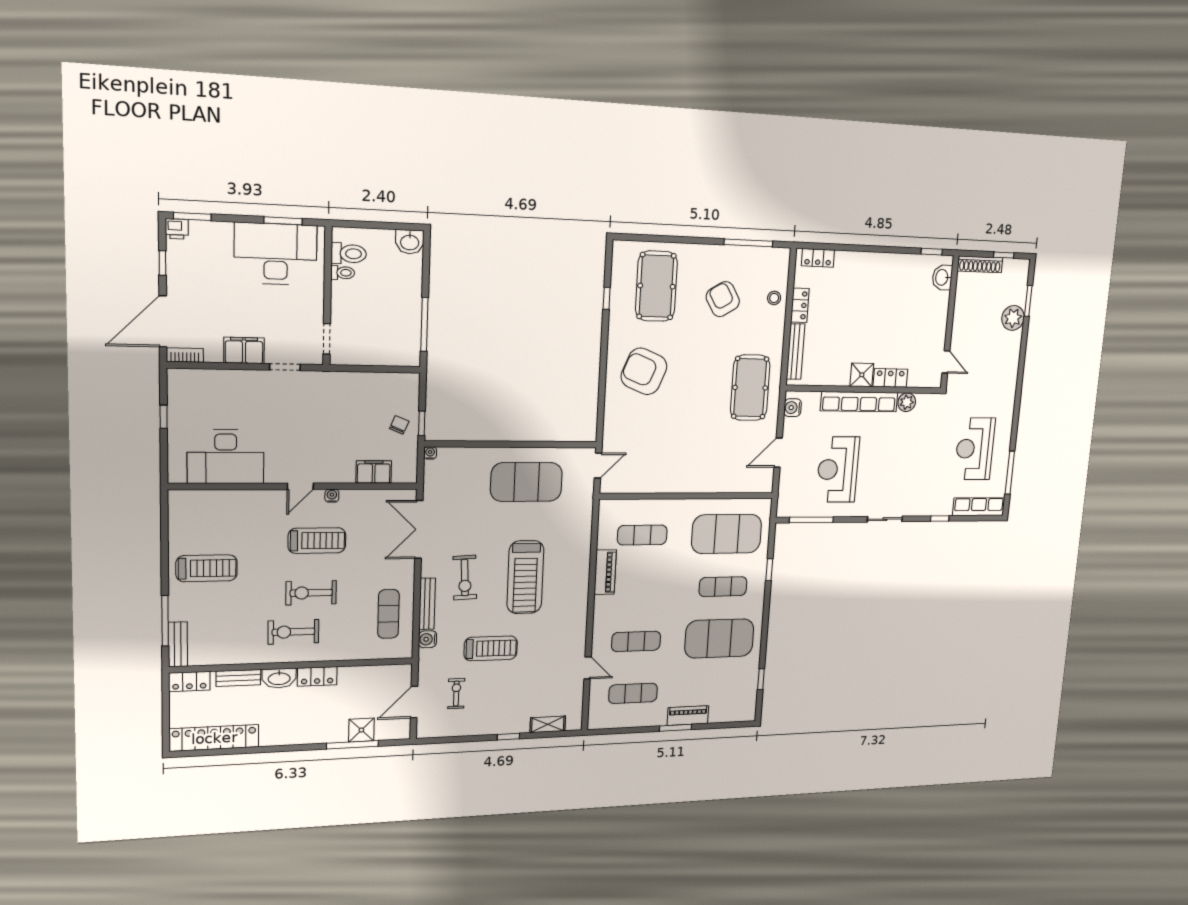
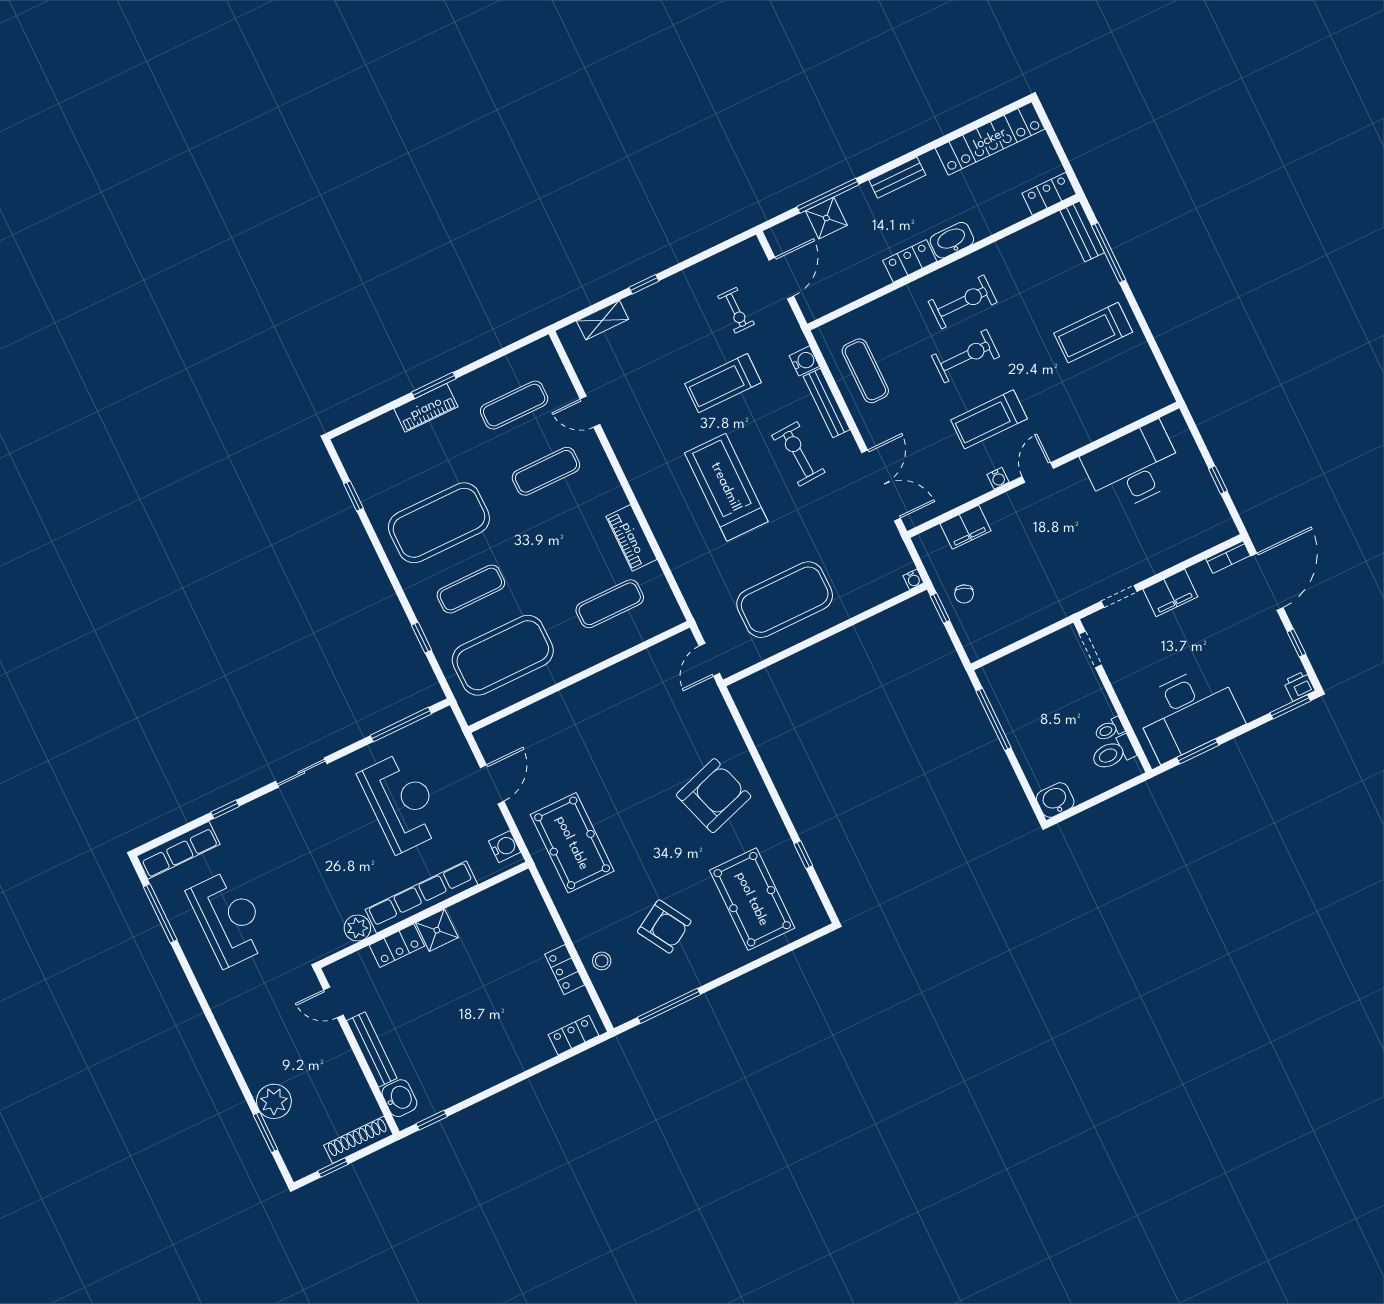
bench: (796, 352) -> (372, 1050), moved
armchair: (644, 371) -> (714, 796), turned -40
bench: (238, 678) -> (897, 178), moved

